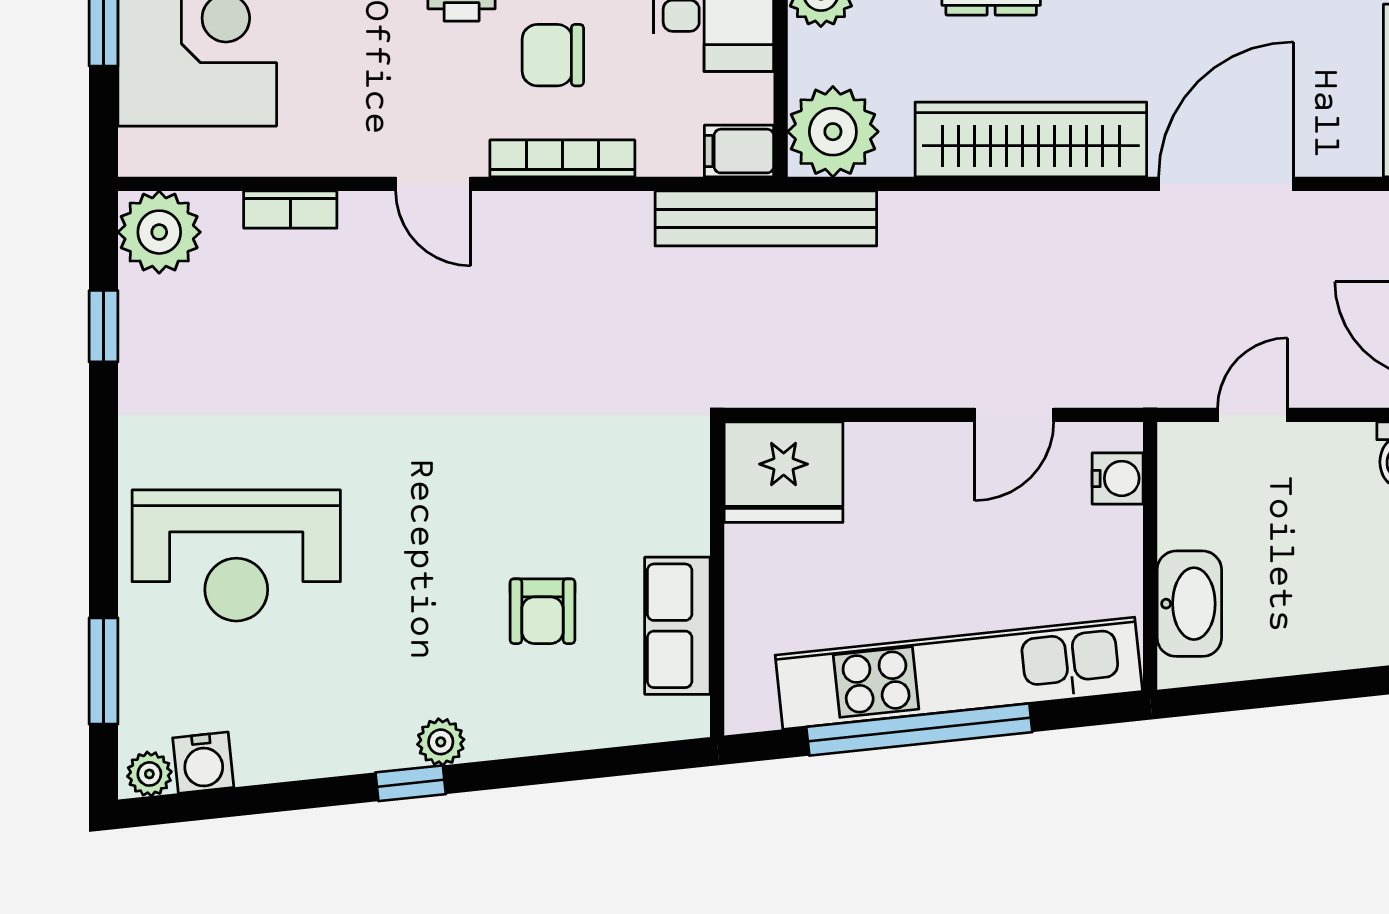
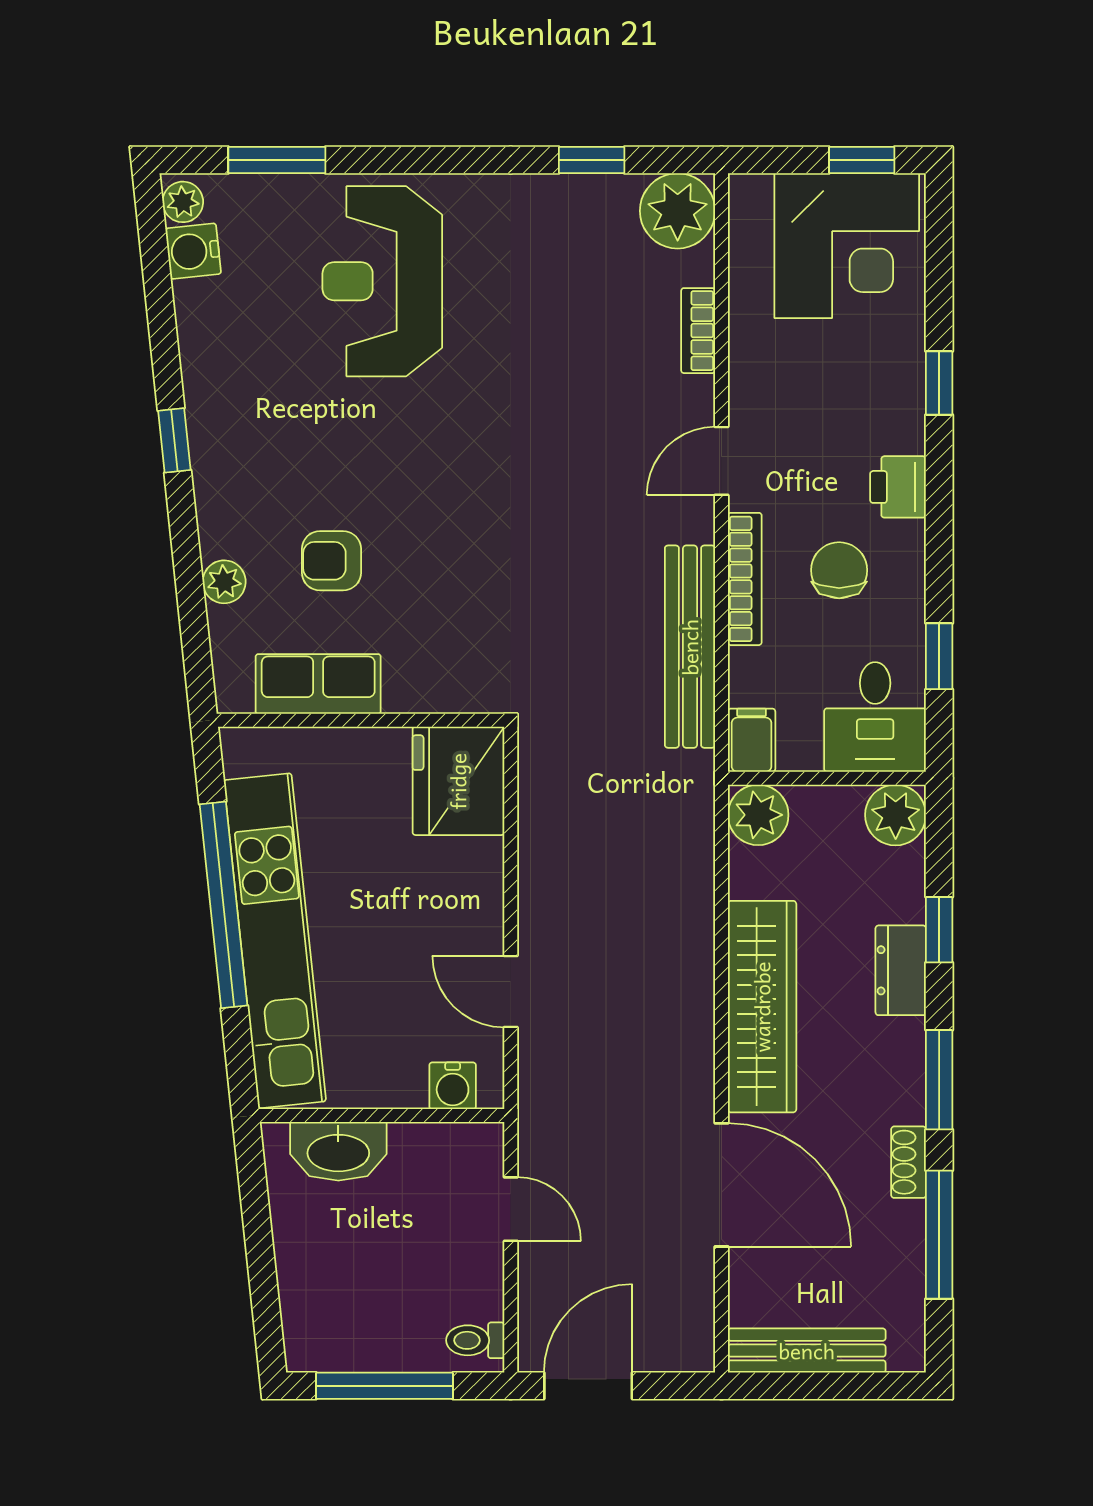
plant: (833, 132) -> (758, 815), width x0.73, depth x0.73
bench: (766, 218) -> (690, 647), moved
plant: (441, 742) -> (224, 582), moved

